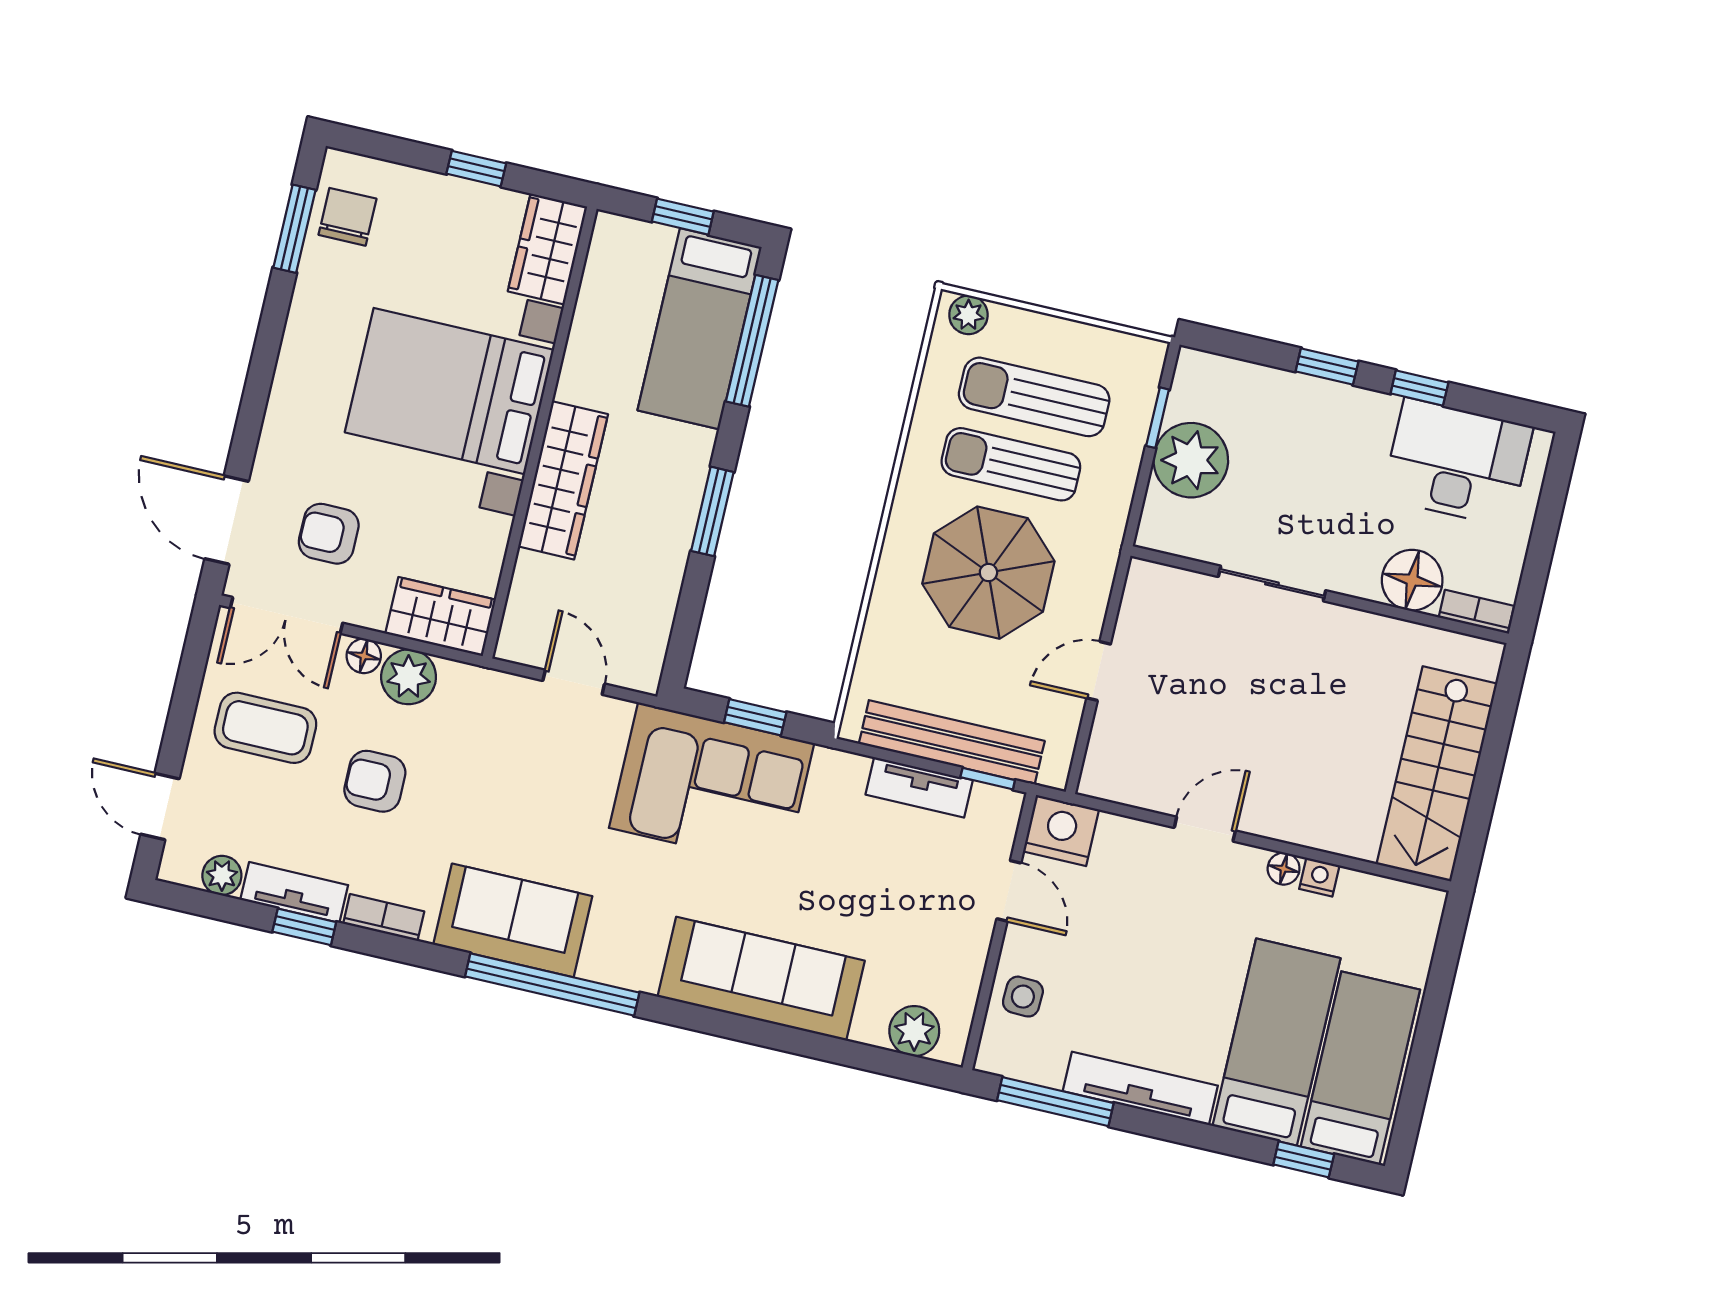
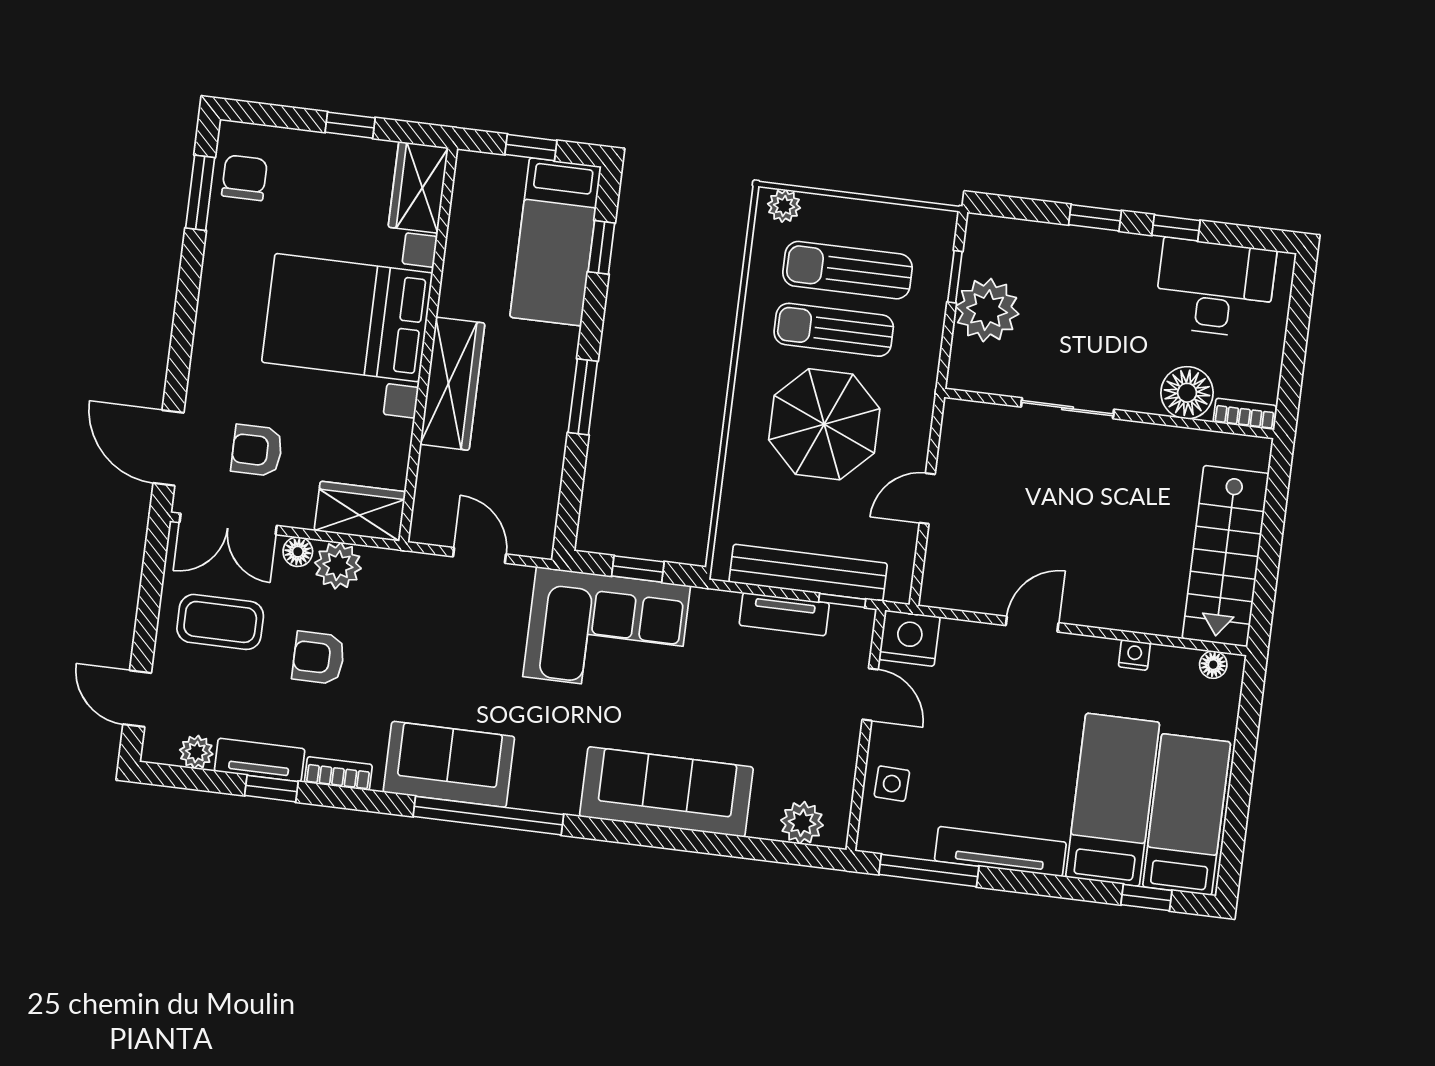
window: (752, 341) -> (601, 247), width x0.46
floor lamp: (1284, 869) -> (1213, 665), moved

